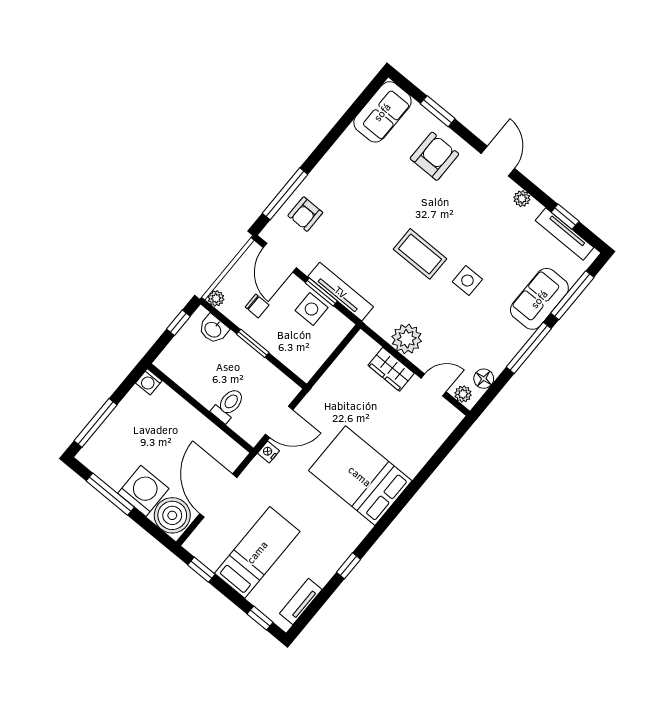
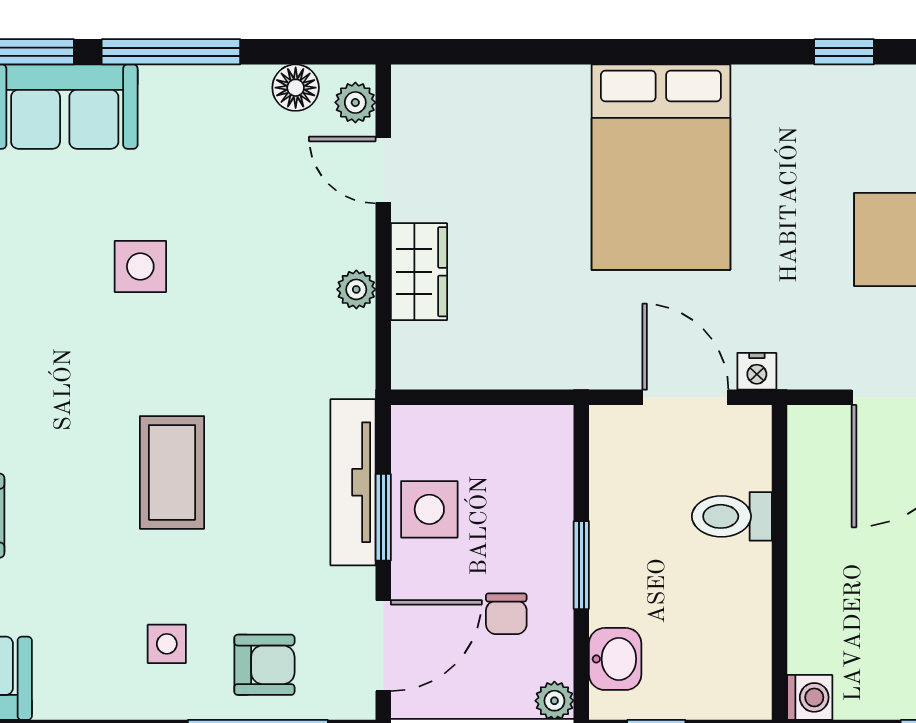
side table: (338, 188) -> (167, 644), added
coffee table: (420, 254) -> (172, 472), moved
chair: (257, 306) -> (506, 614), turned 180
plant: (407, 339) -> (356, 289), width x0.53, depth x0.53

